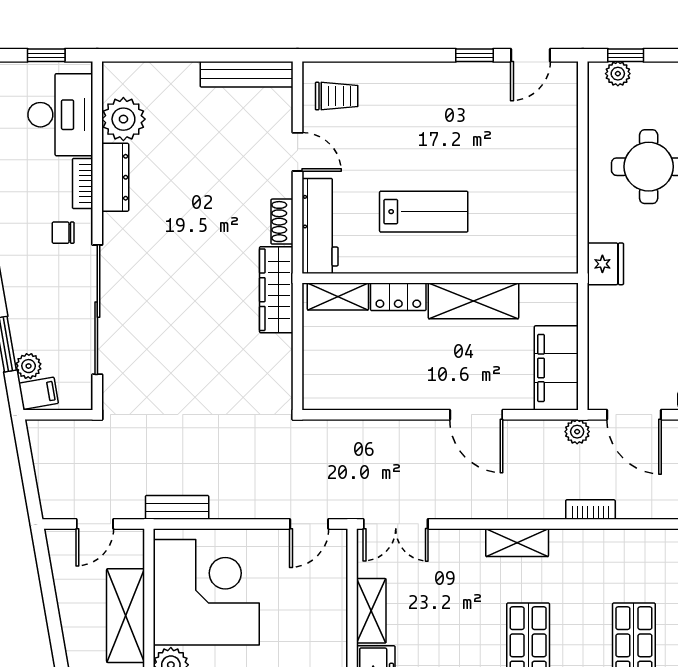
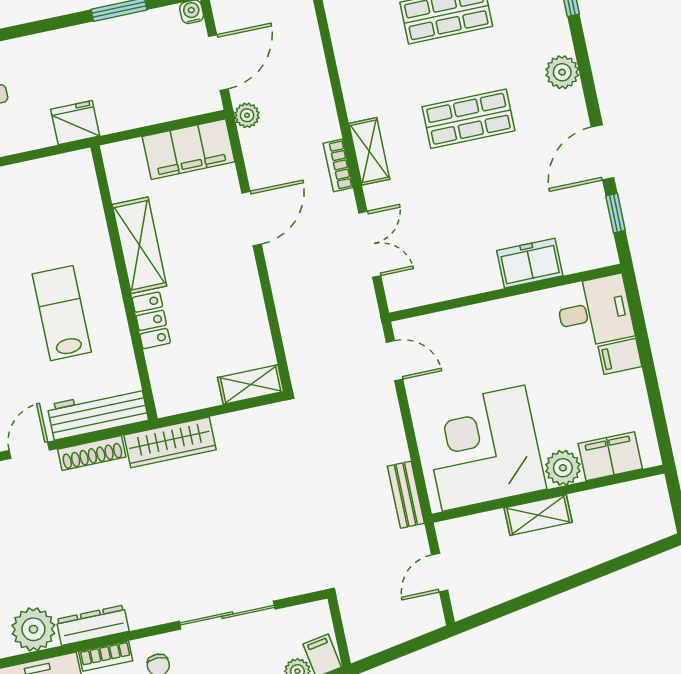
shoe rack: (282, 222) -> (92, 453), width x1.43
shelving: (338, 296) -> (251, 384), moved, turned 90
sliding door: (97, 310) -> (227, 615), width x0.73
bookcase: (590, 510) -> (338, 165), moved
door: (95, 524) -> (440, 573), swing flipped
double door: (396, 524) -> (370, 244), moved
shelving: (371, 611) -> (467, 281), removed
shelving: (126, 616) -> (538, 515), width x0.67, depth x0.75

